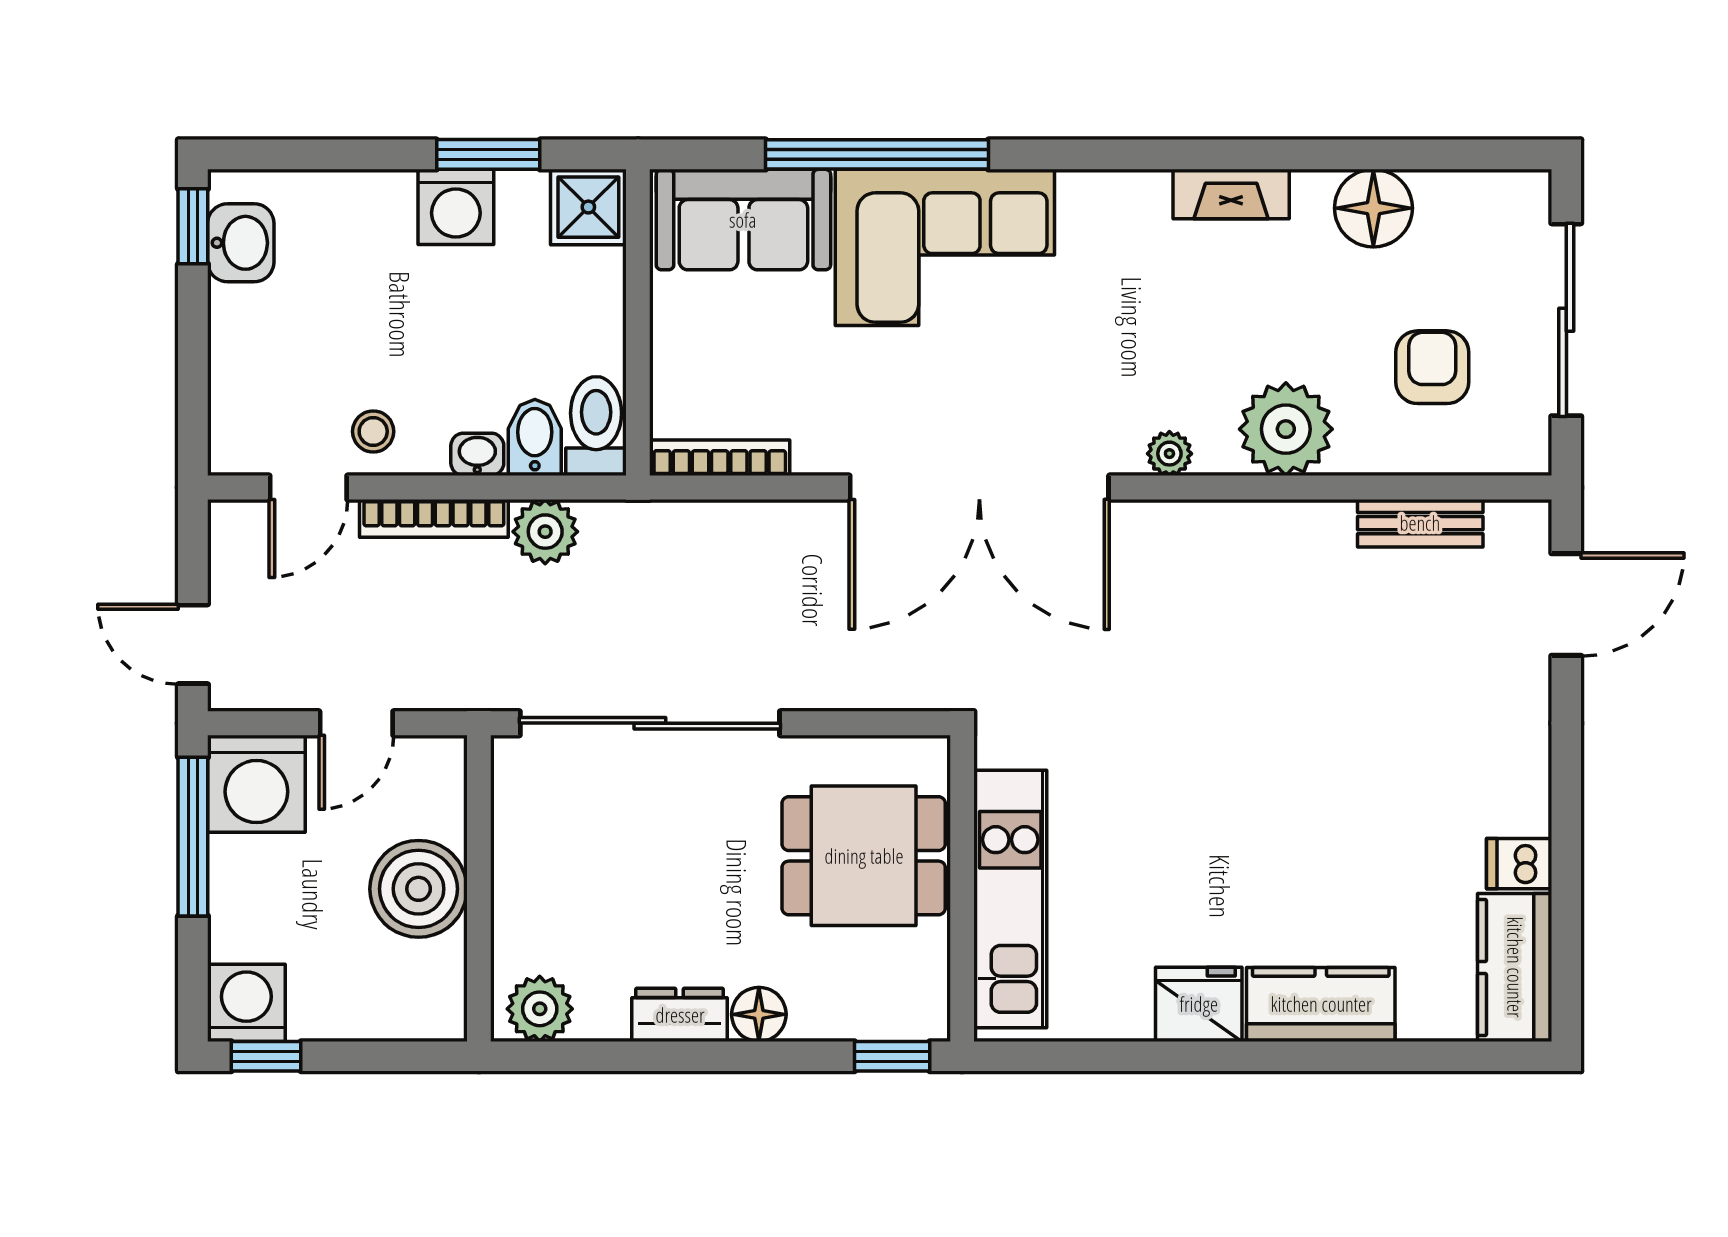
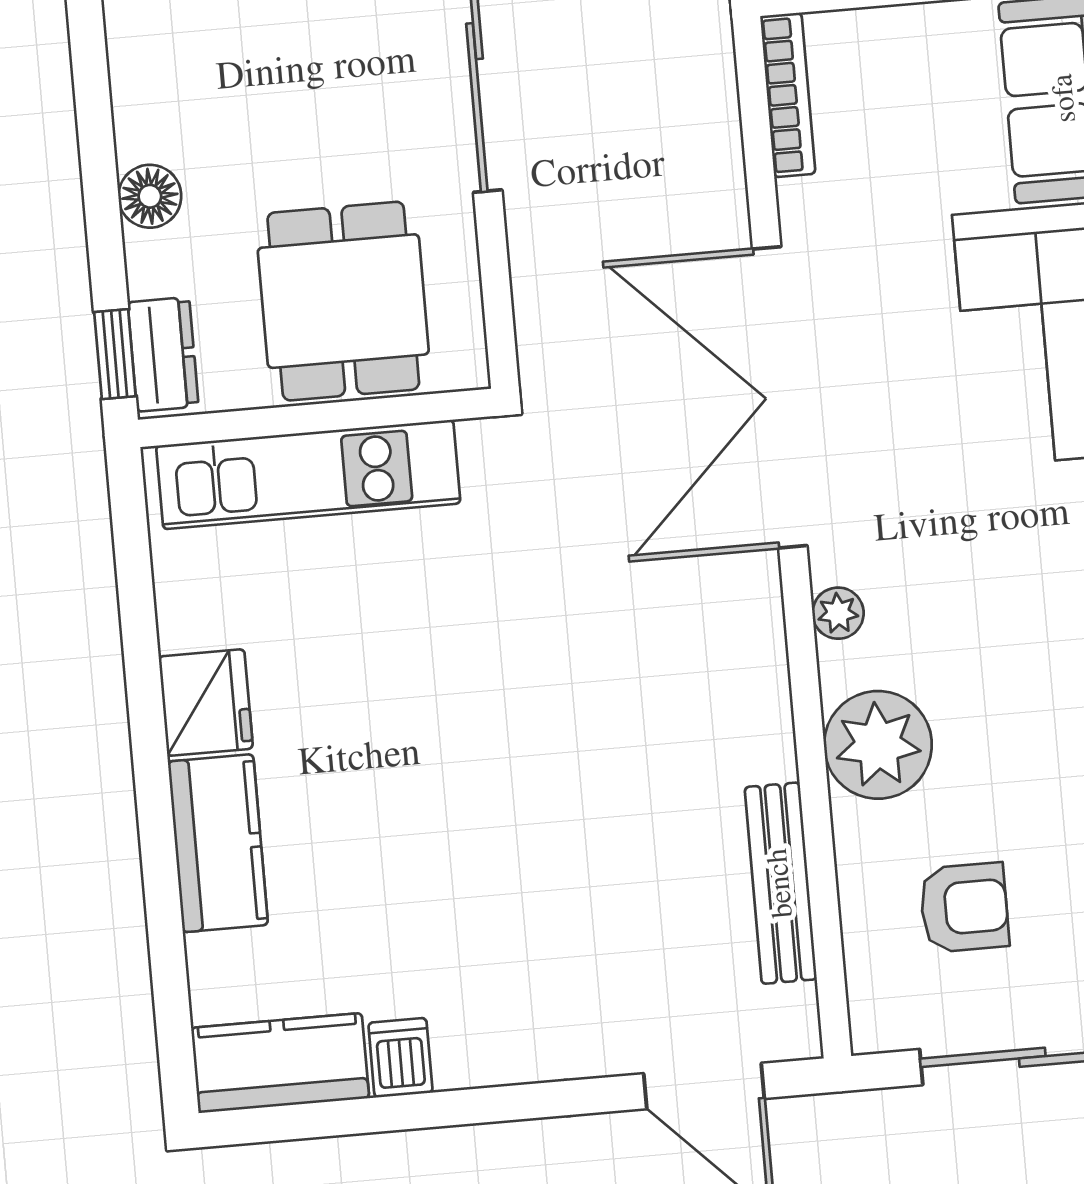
bench: (1420, 523) -> (781, 883), width x1.36
dresser: (680, 1015) -> (163, 354), moved

